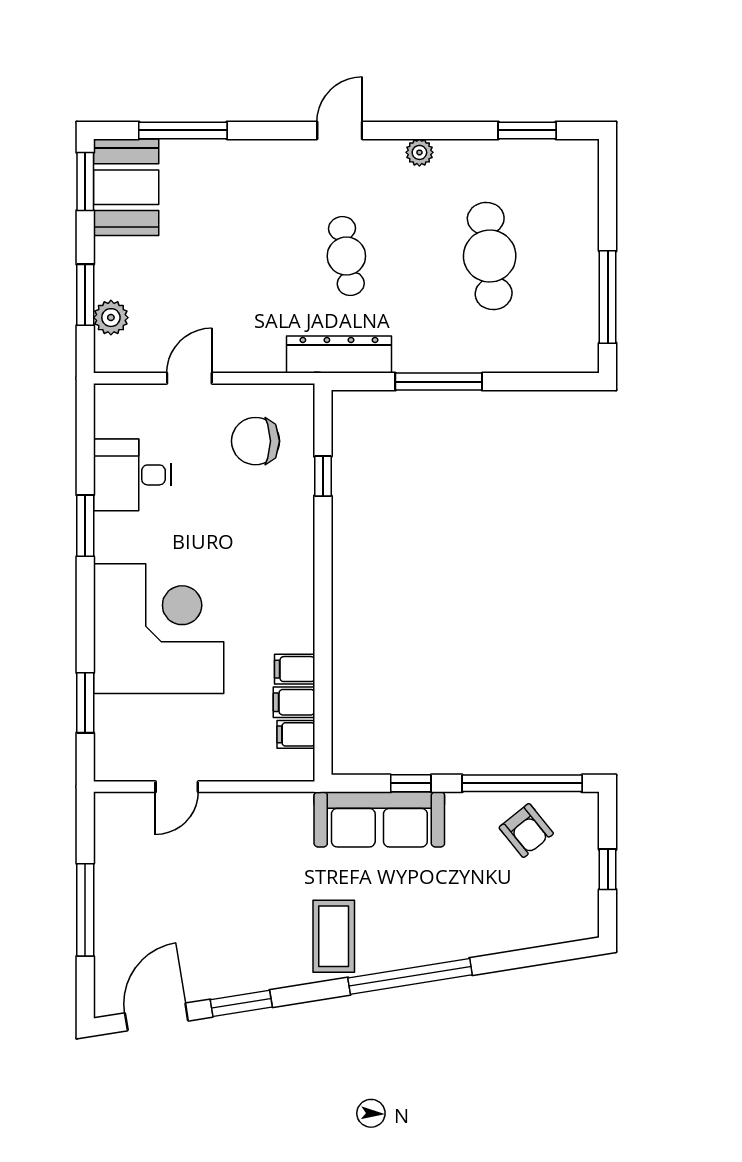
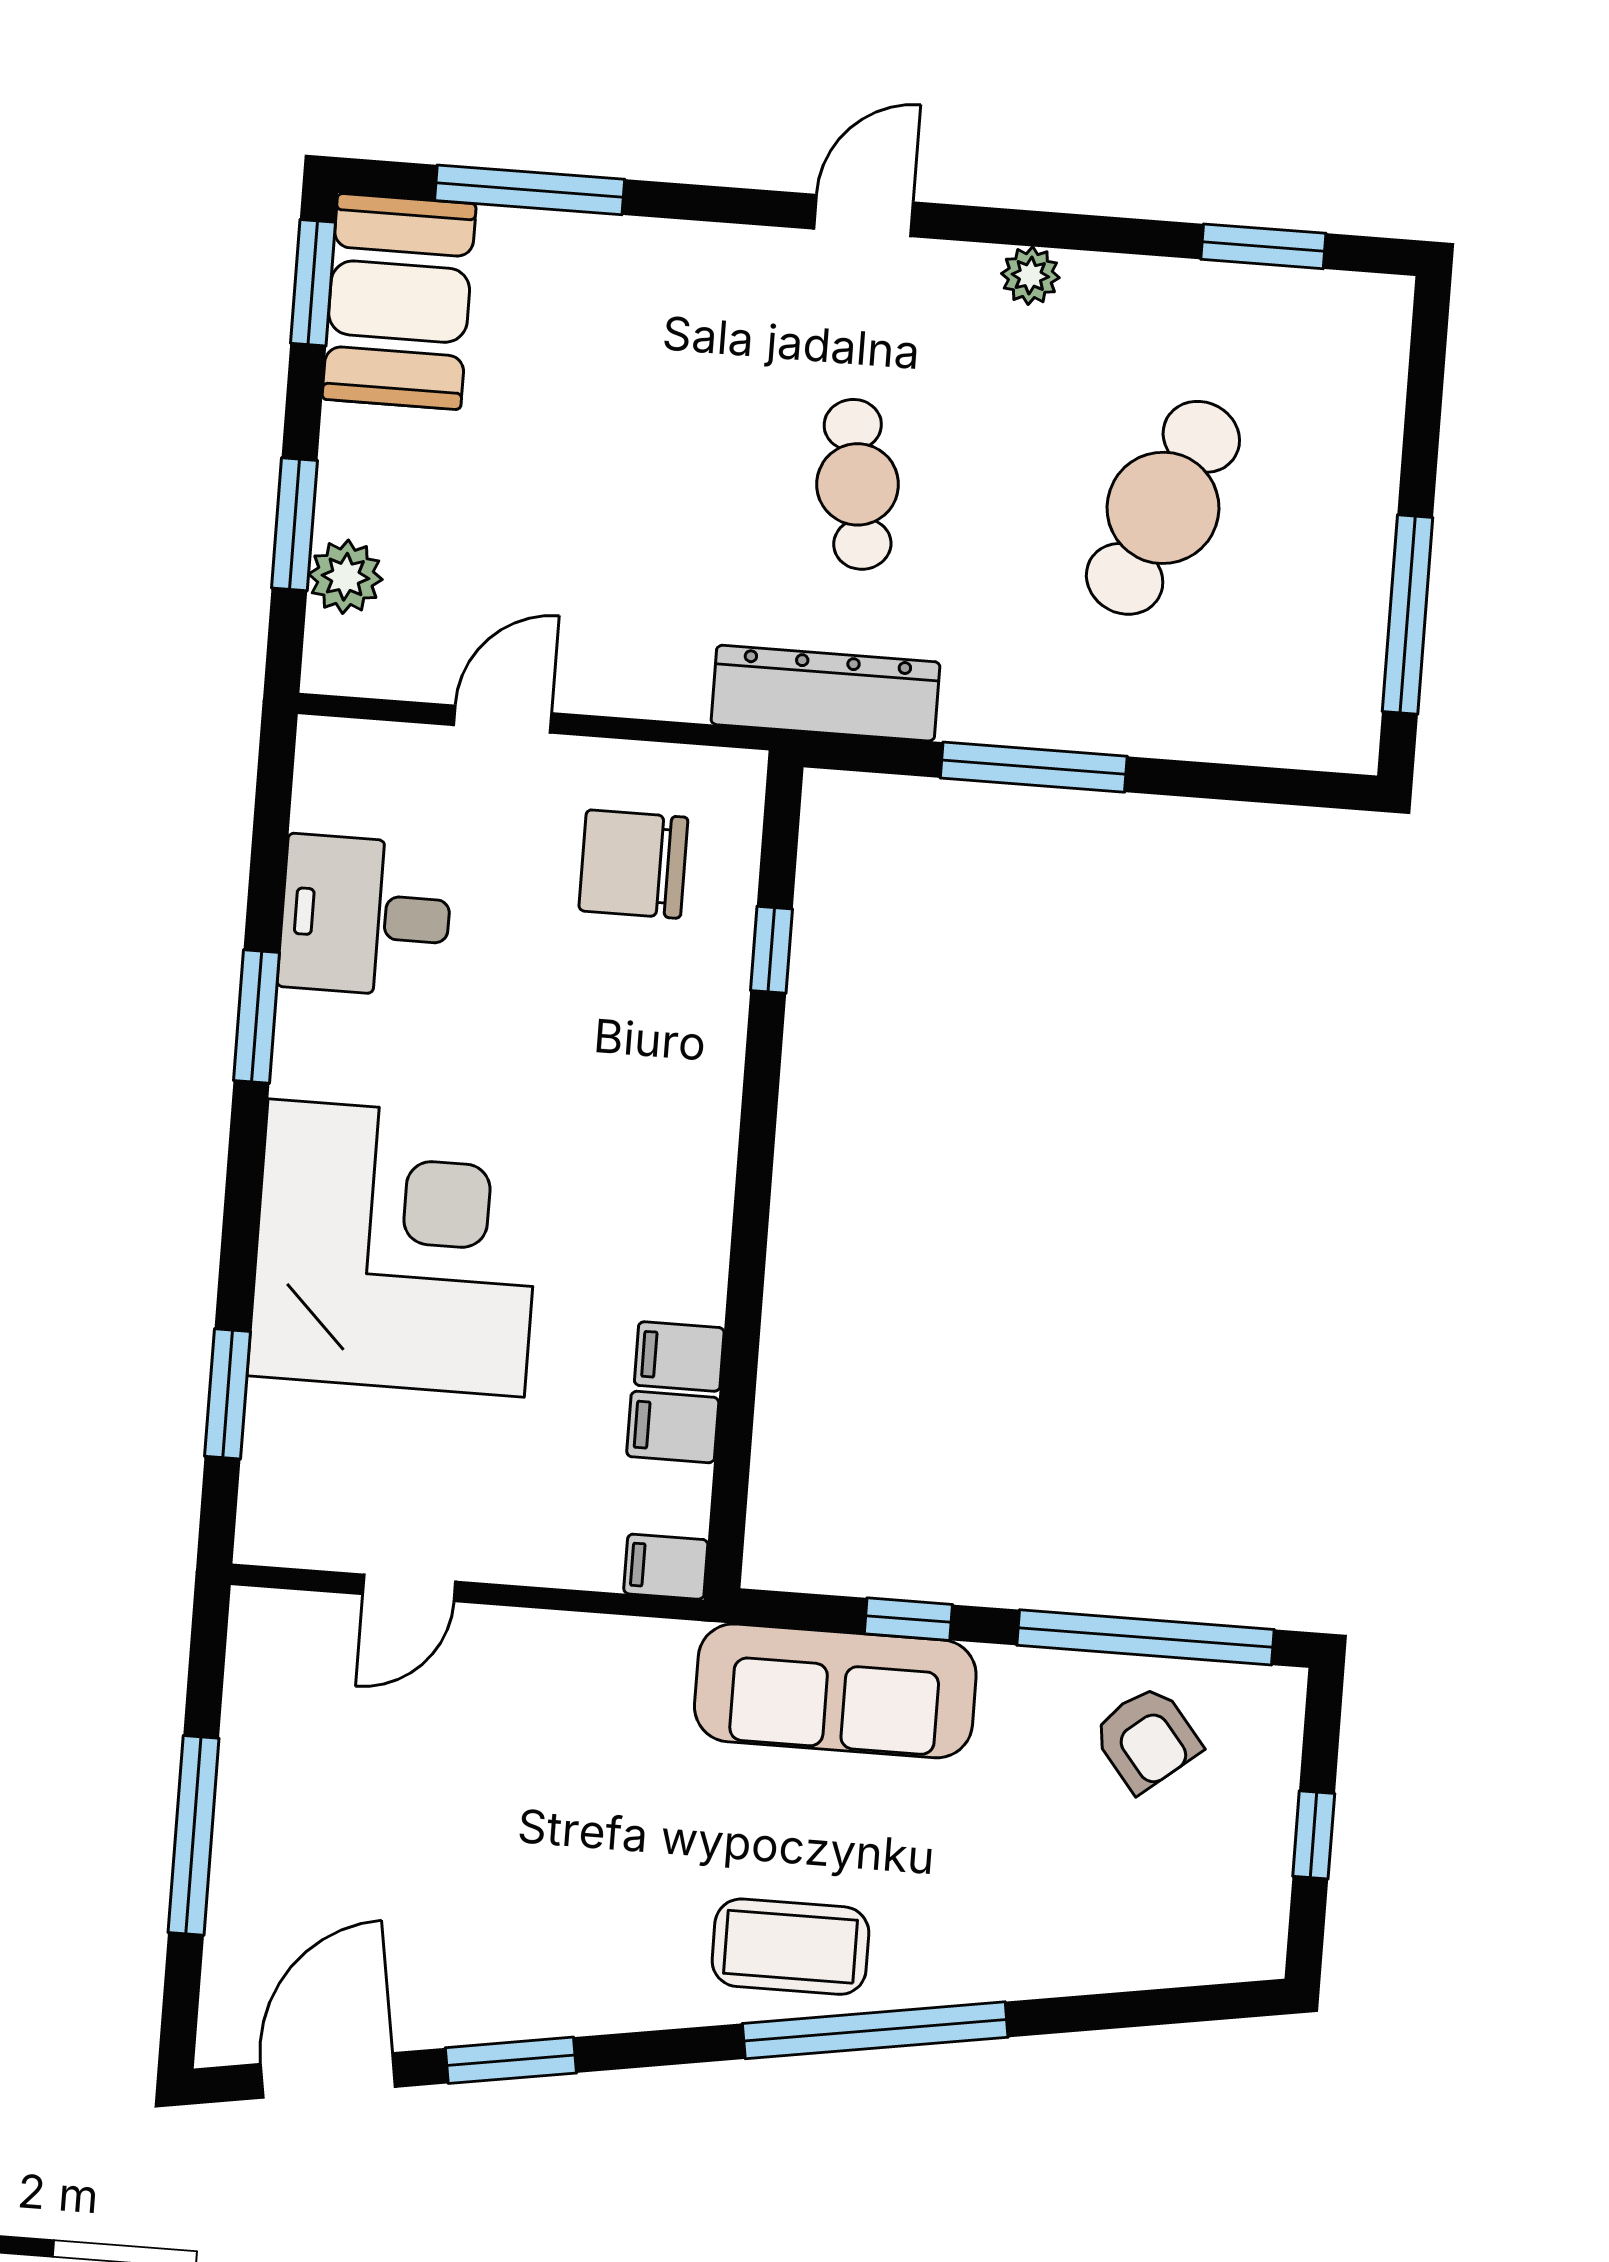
cafe table: (490, 256) -> (1163, 508), turned 30
filing cabinet: (296, 734) -> (666, 1567), moved
coffee table: (334, 936) -> (790, 1947), moved, turned 90

